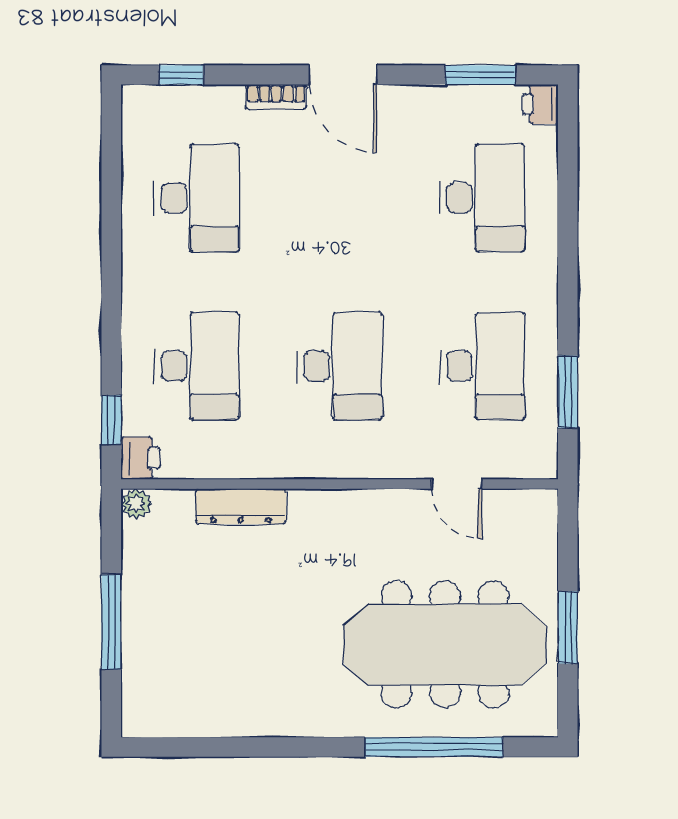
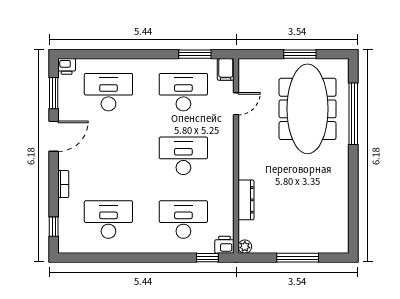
door: (343, 75) -> (54, 136), moved
filing cabinet: (534, 461) -> (226, 69), added

